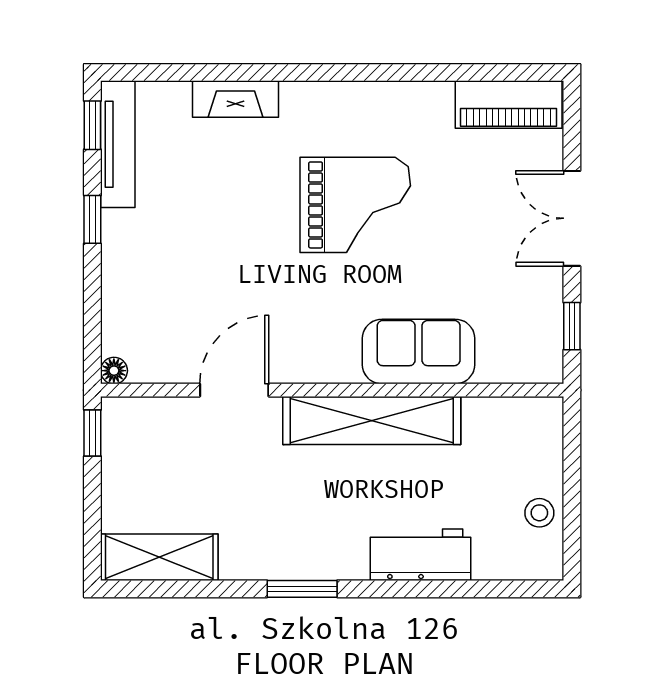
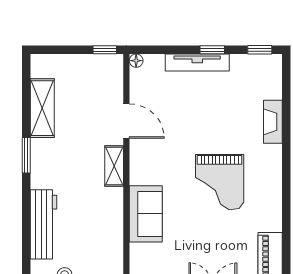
tv unit: (118, 144) -> (197, 63), moved
shelving: (372, 420) -> (114, 166), width x0.45, depth x0.75
workbench: (420, 555) -> (43, 224), width x1.38
shelving: (159, 557) -> (42, 108), moved

